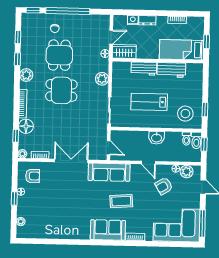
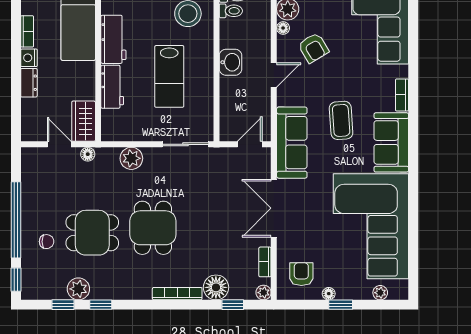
nightstand: (133, 20) -> (29, 58), moved
plant: (26, 75) -> (78, 289), moved
corner sofa: (59, 217) -> (371, 226), added

